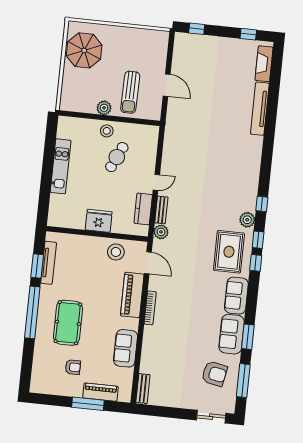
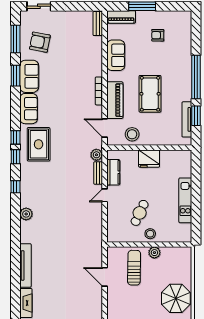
plant: (247, 220) -> (26, 214), moved
pool table: (68, 323) -> (150, 94), moved
piano: (100, 392) -> (121, 17), moved

